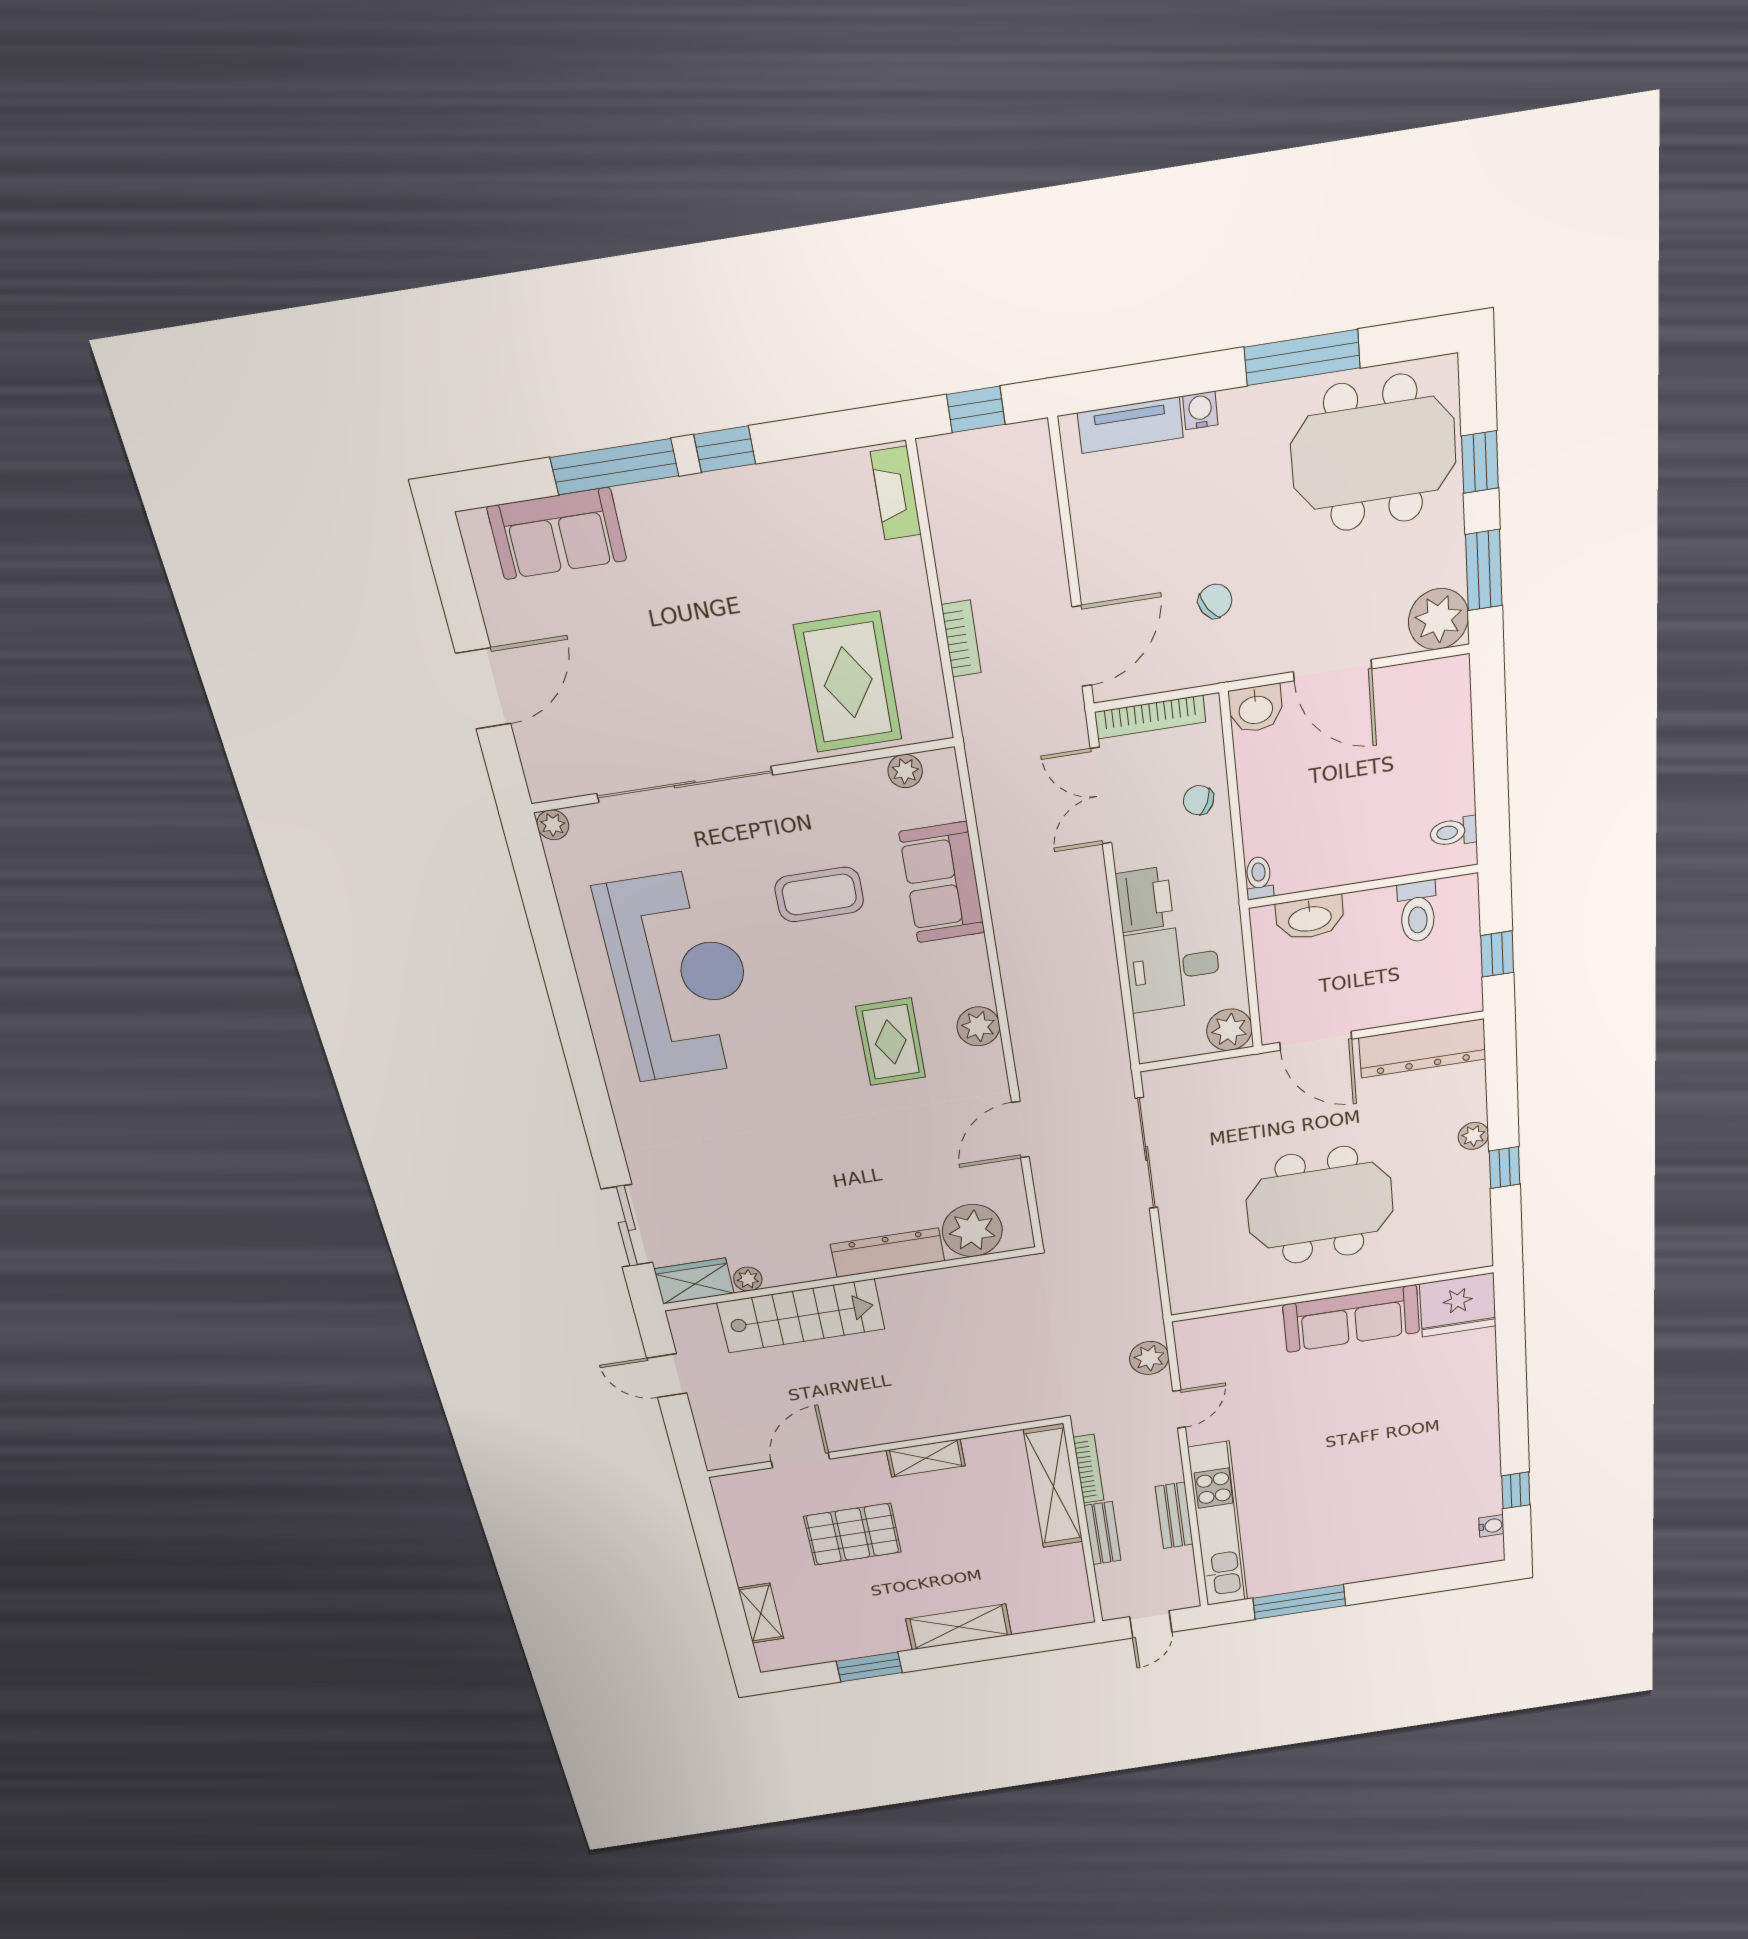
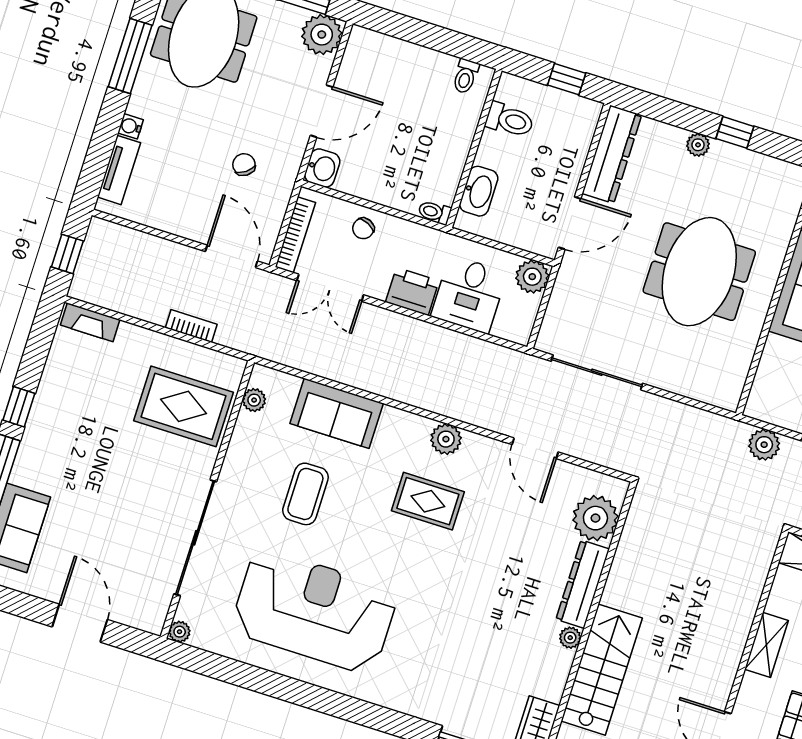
plant: (748, 1279) -> (570, 638), moved

